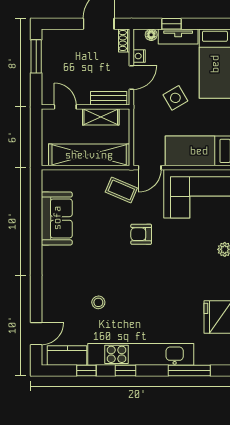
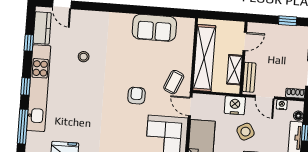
window: (36, 56) -> (288, 21), width x0.67
nightstand: (144, 113) -> (235, 105), added
window: (125, 370) -> (26, 86), moved

